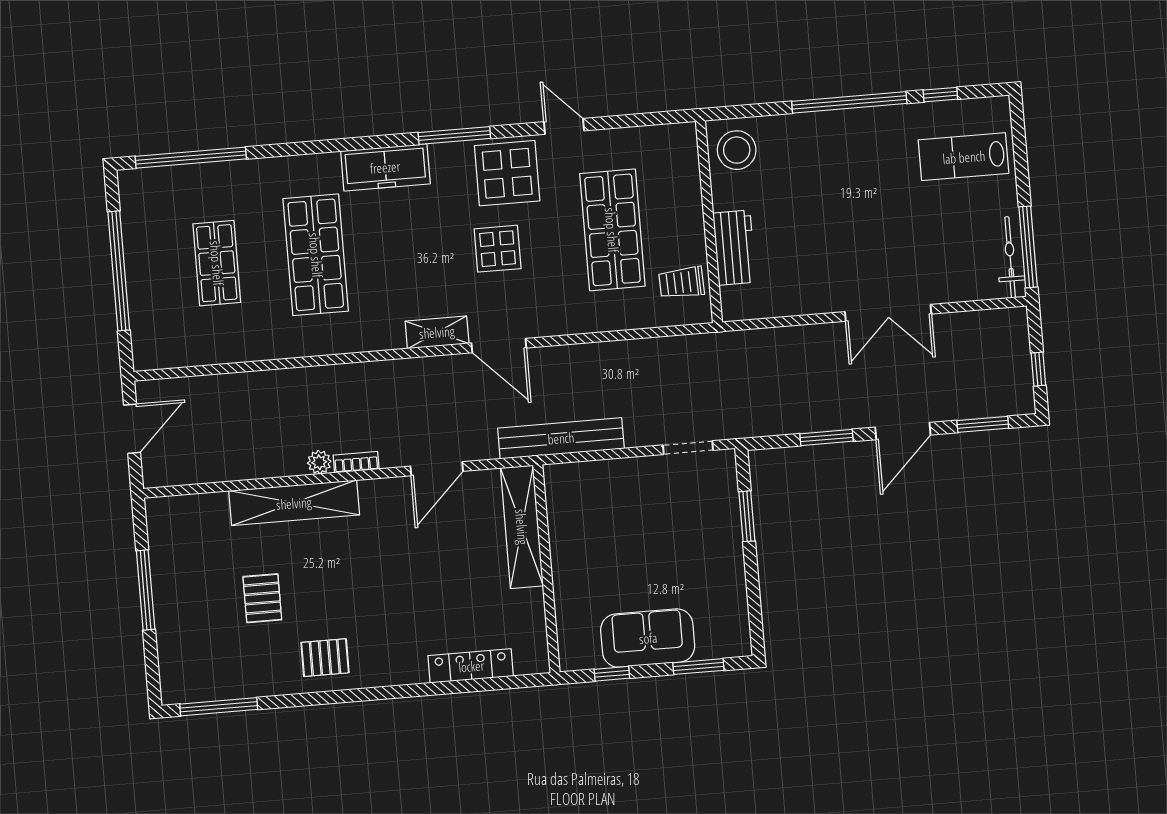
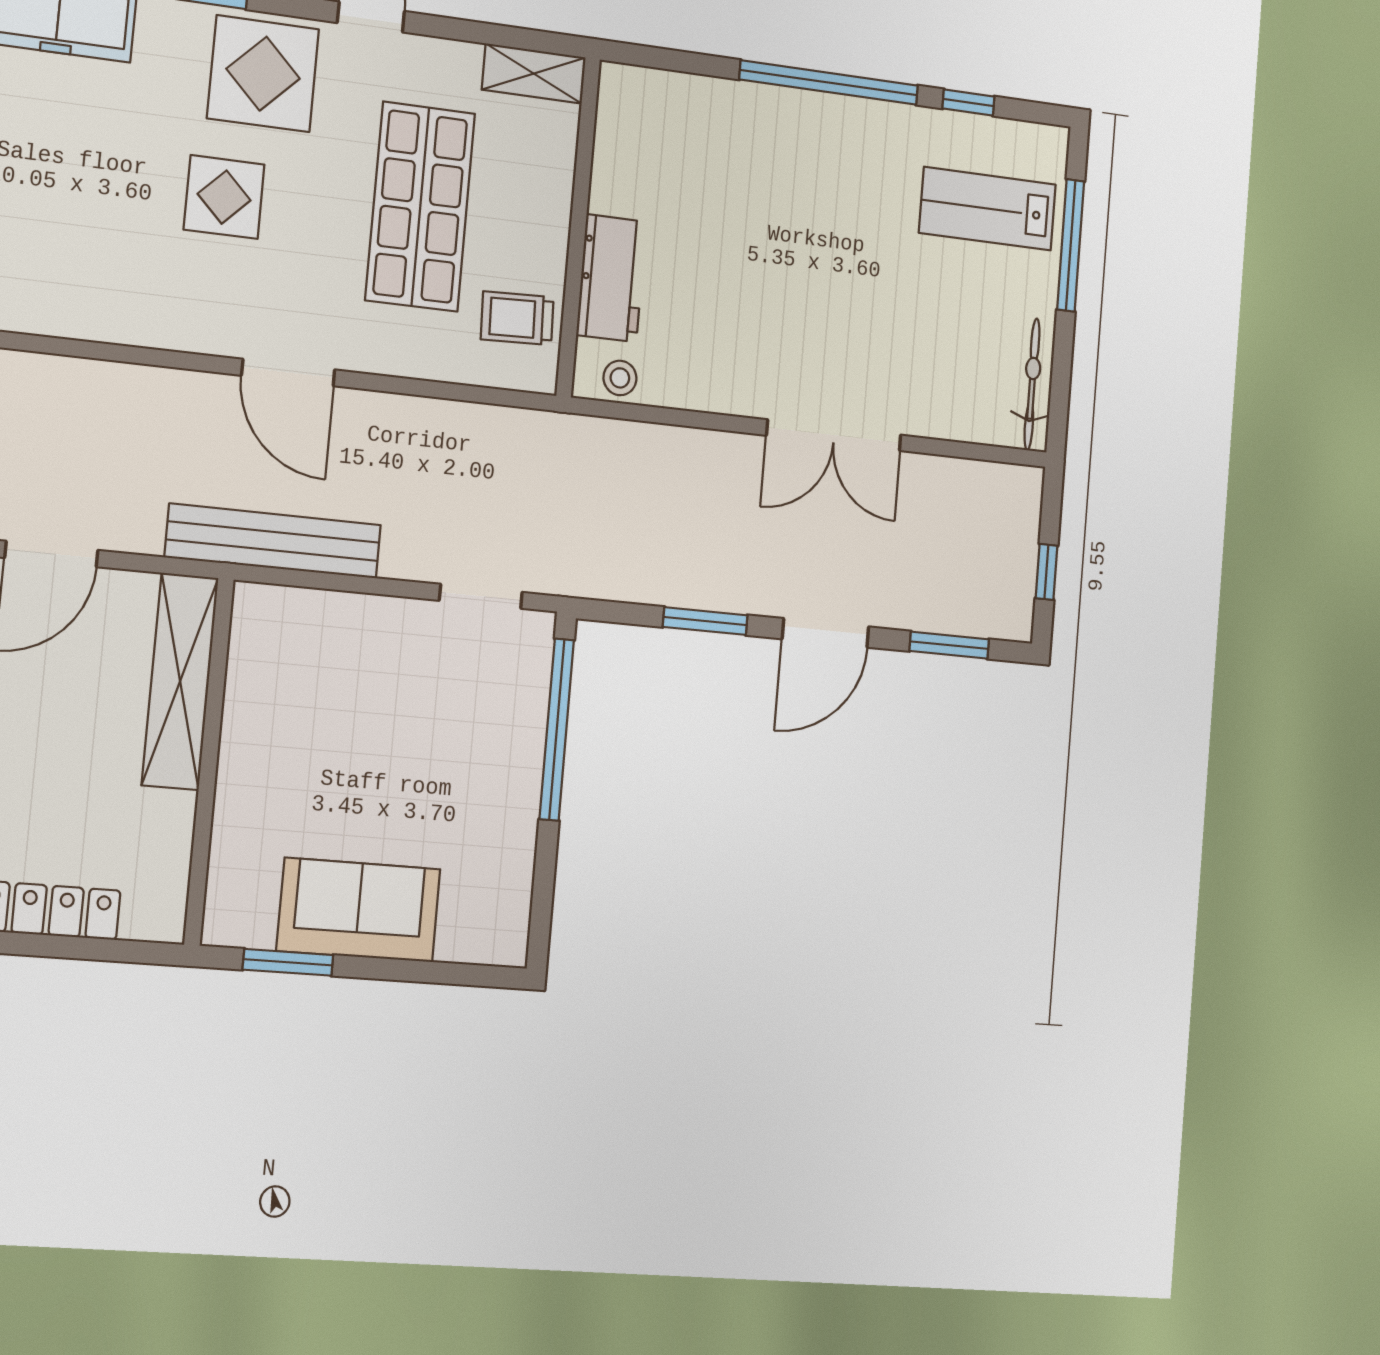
stool: (737, 150) -> (620, 378), moved, width x0.53, depth x0.53
window: (1028, 247) -> (1071, 245), moved
shelving: (437, 332) -> (534, 74), moved
door: (499, 346) -> (288, 373), moved
window: (747, 516) -> (557, 730), width x2.11
window: (698, 667) -> (435, 972), removed
window: (612, 674) -> (288, 962), width x1.50

